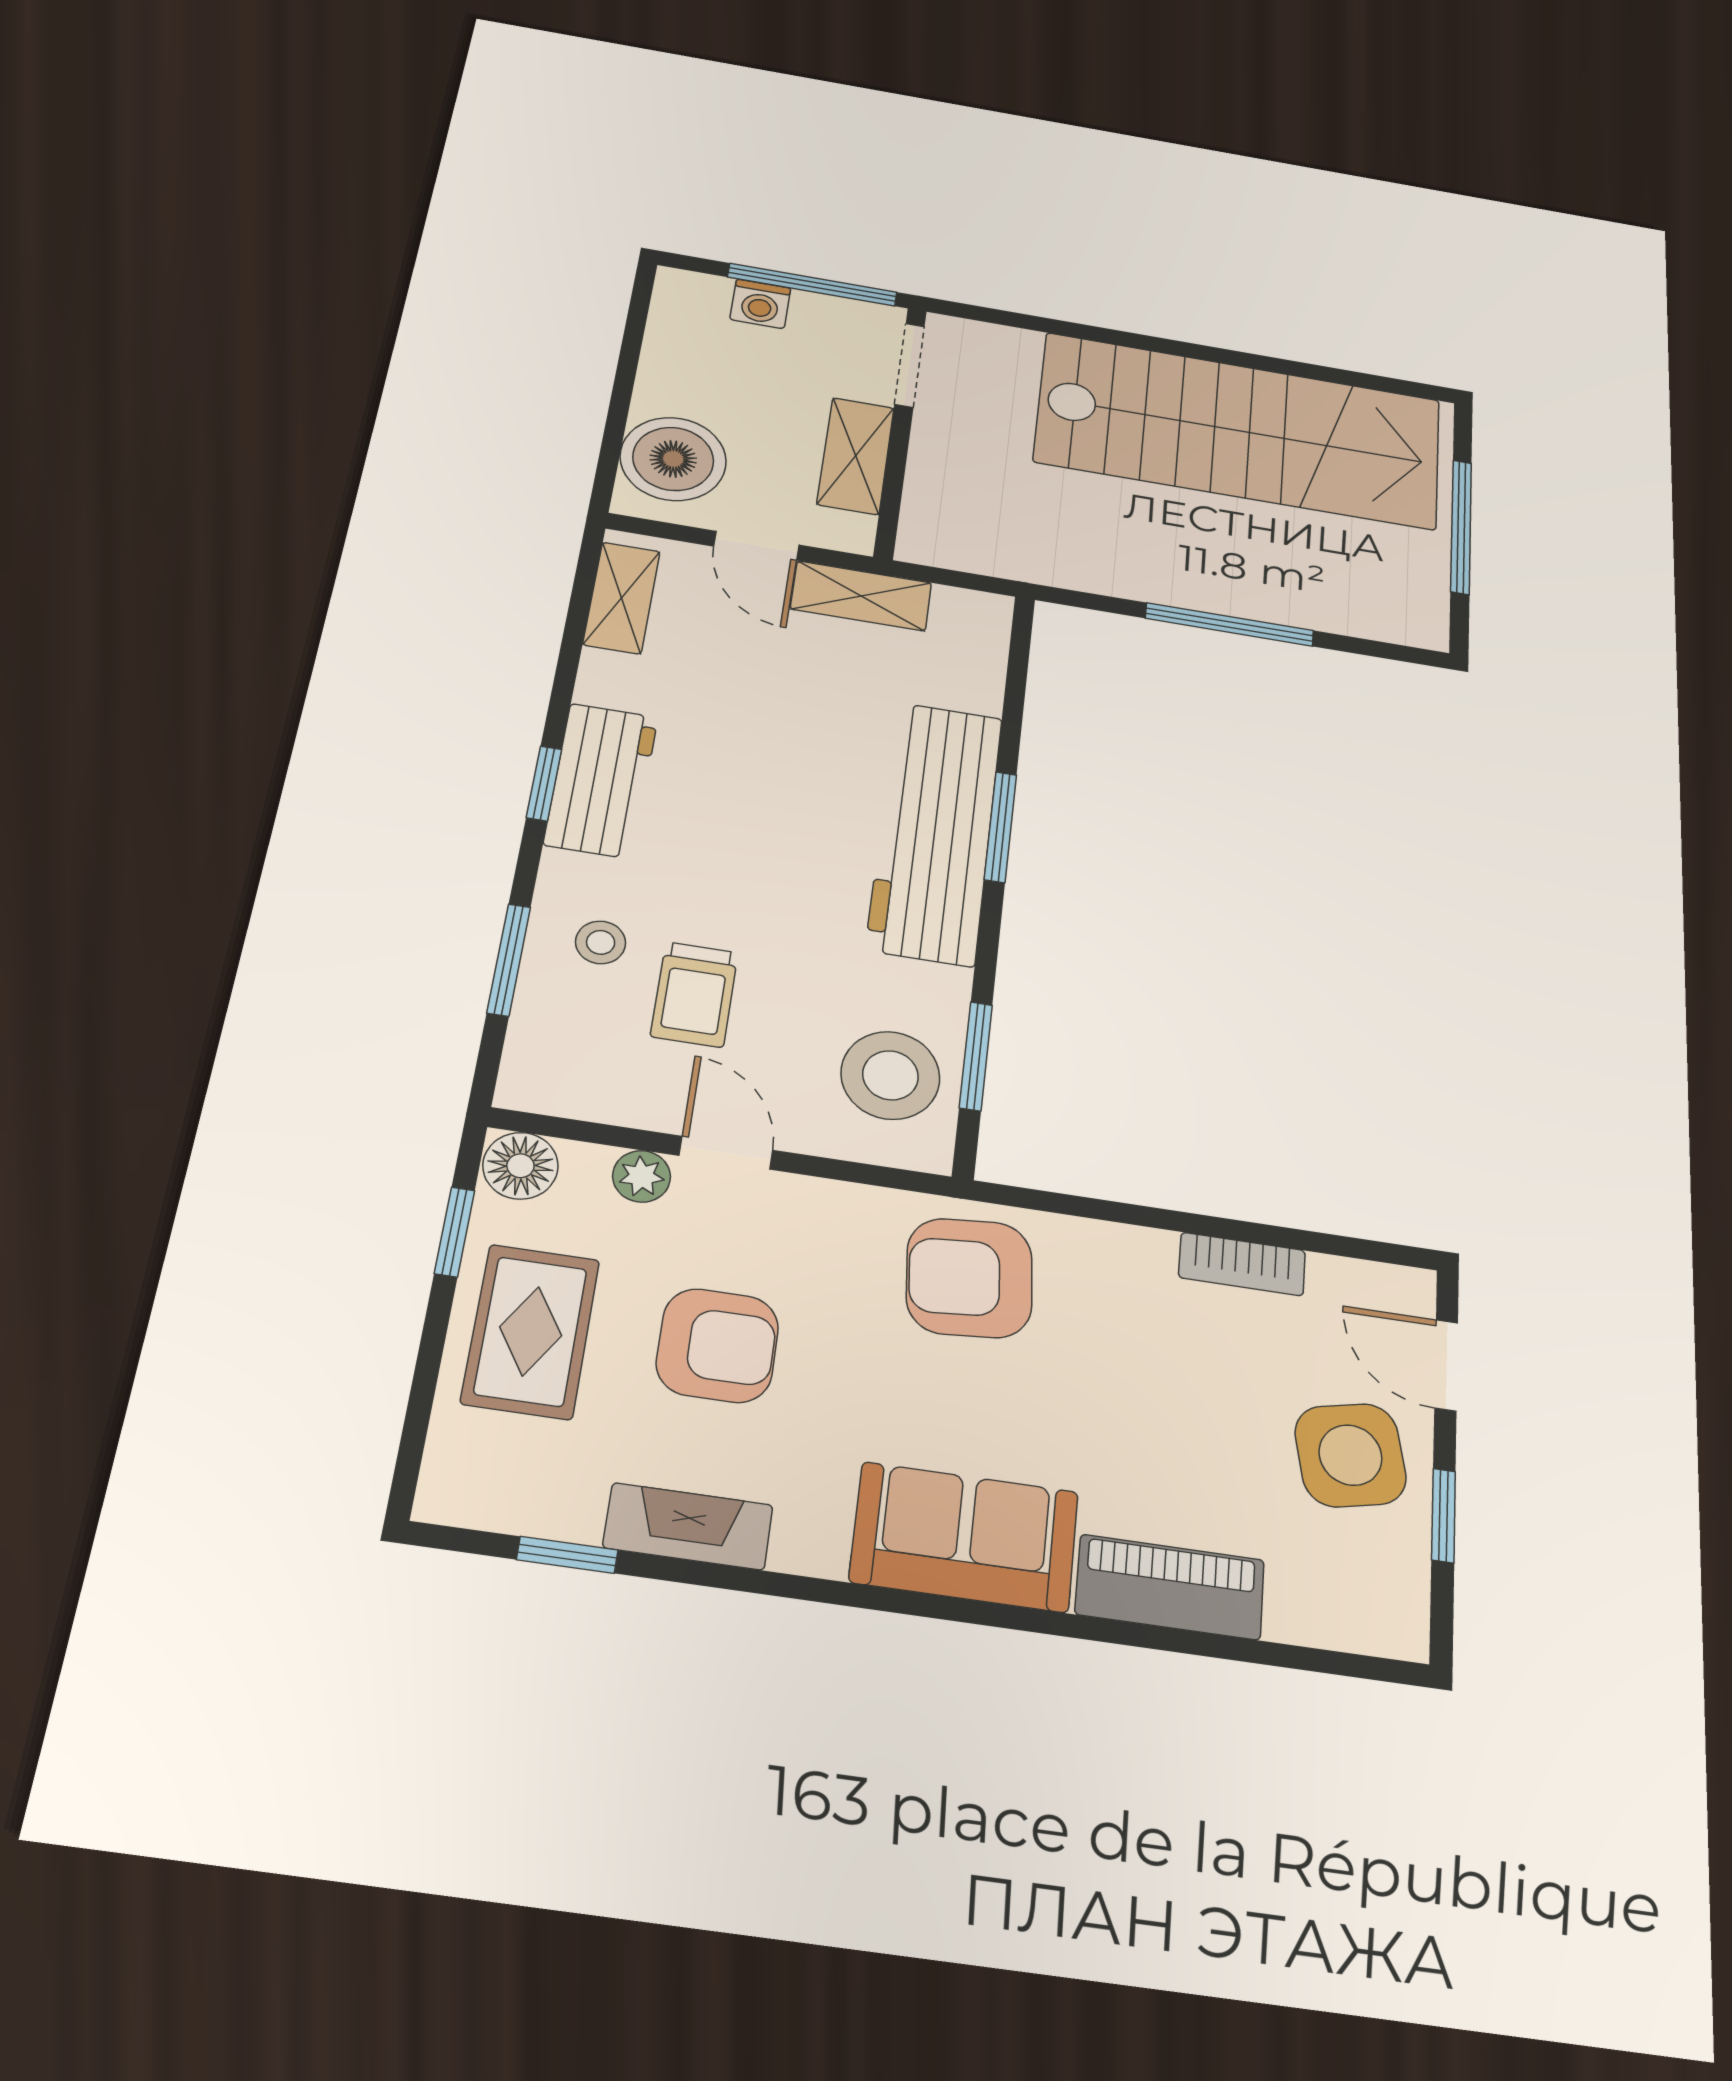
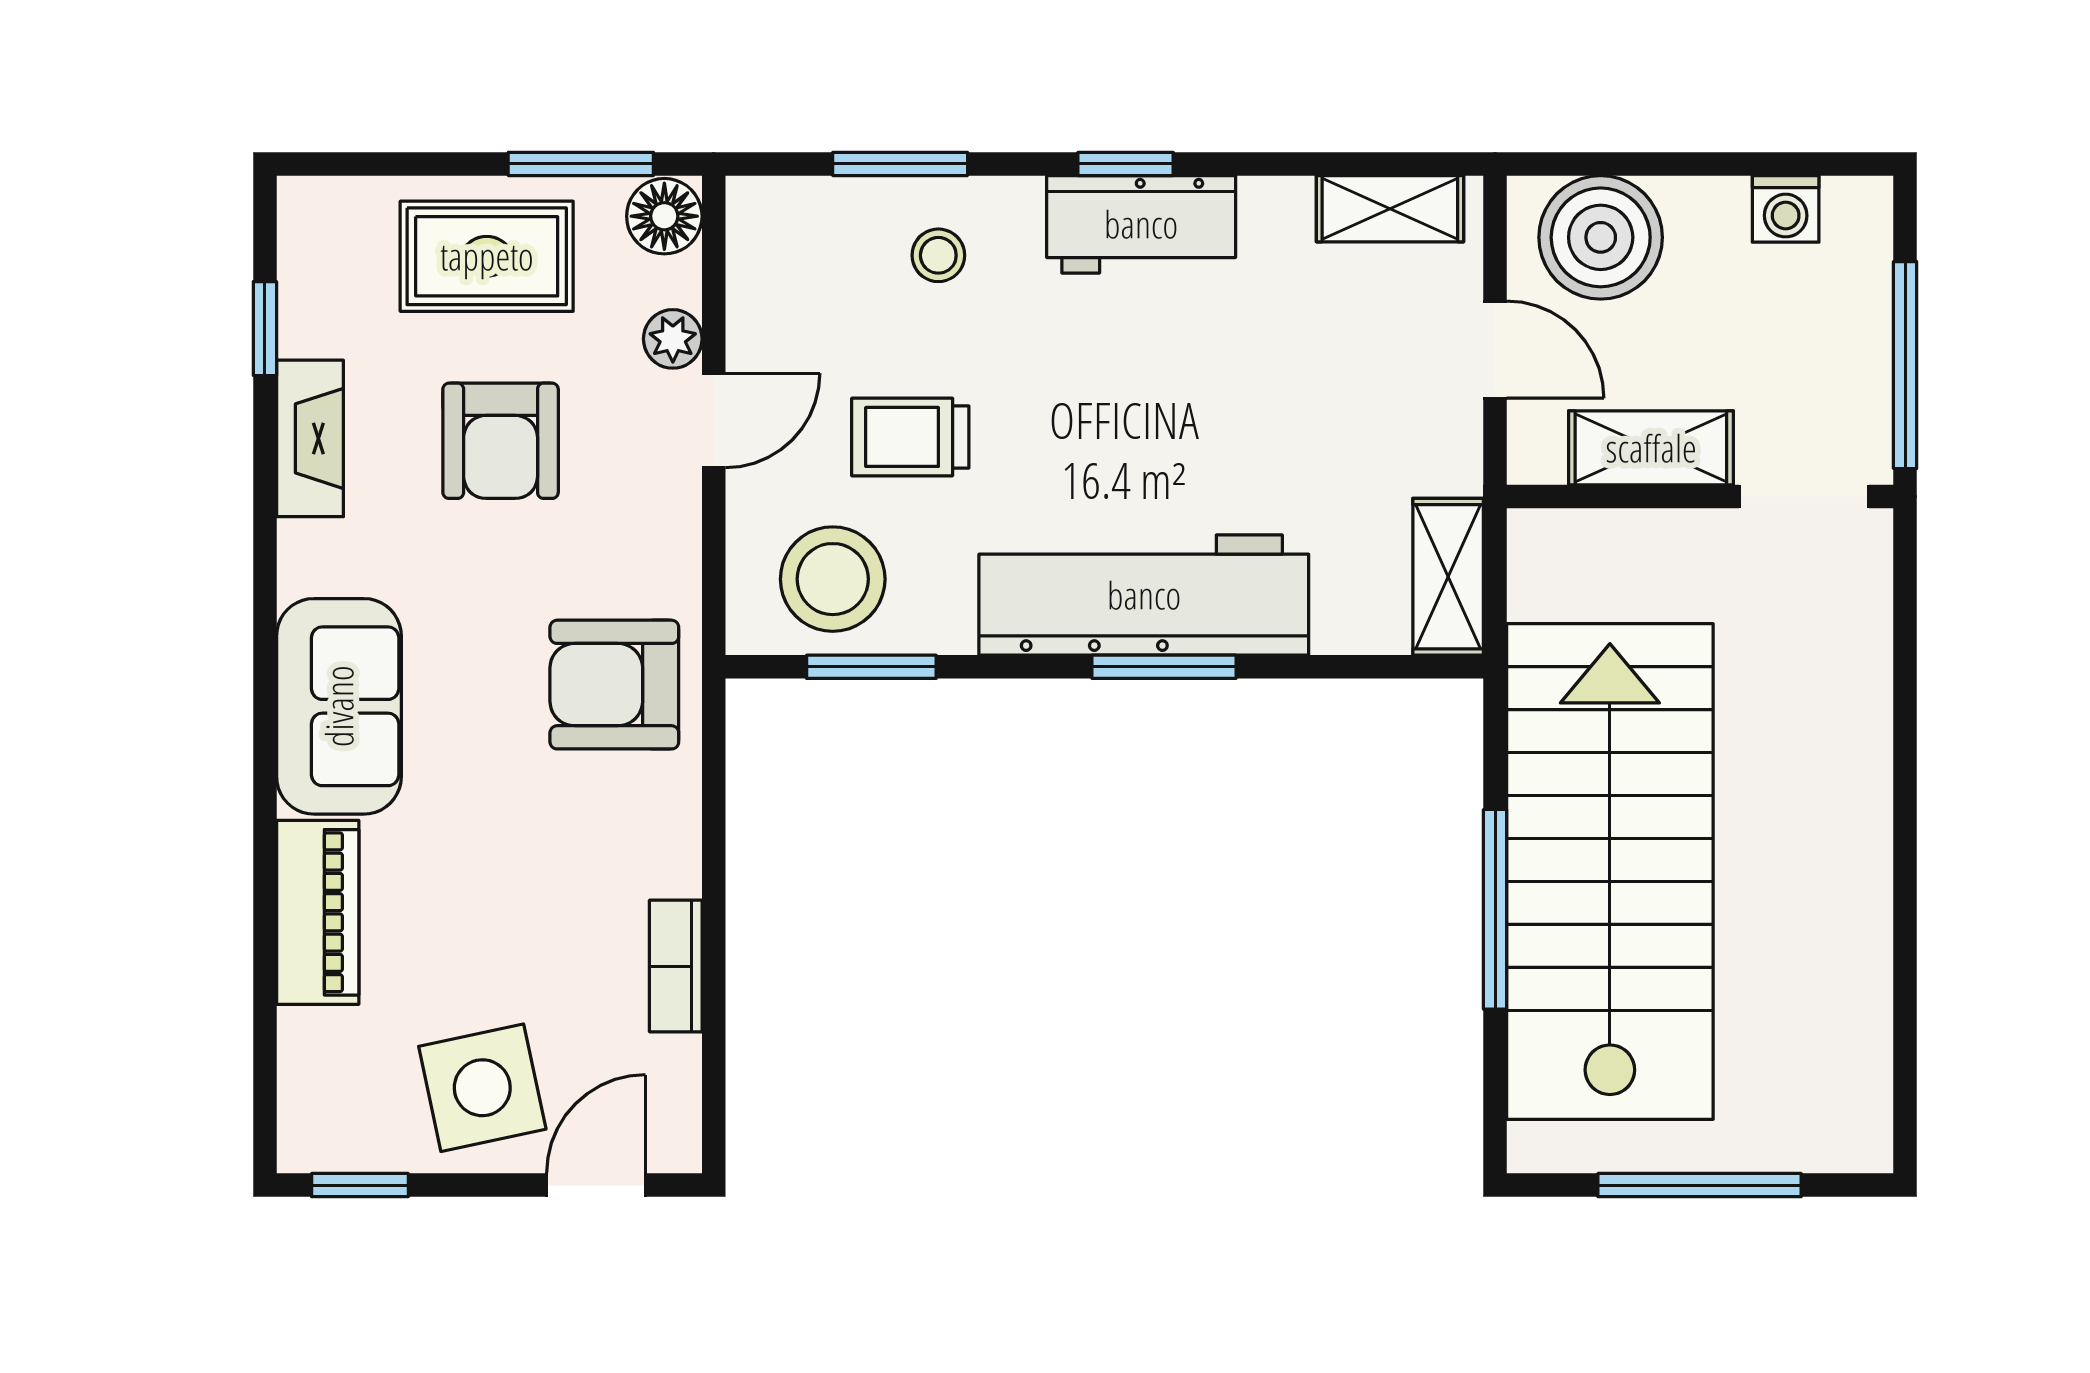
washing machine: (760, 304) -> (1786, 209), moved, turned -90
stairs: (1239, 431) -> (1610, 872), moved, turned 180
door: (756, 546) -> (1495, 350), swing flipped
shelving: (861, 596) -> (1448, 577), moved
trolley: (694, 994) -> (910, 437), moved
window: (454, 1232) -> (581, 164), width x1.50
armchair: (969, 1278) -> (614, 685), turned -85
window: (1444, 1516) -> (360, 1185), moved

